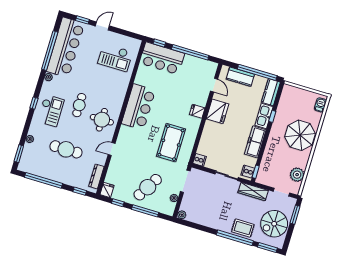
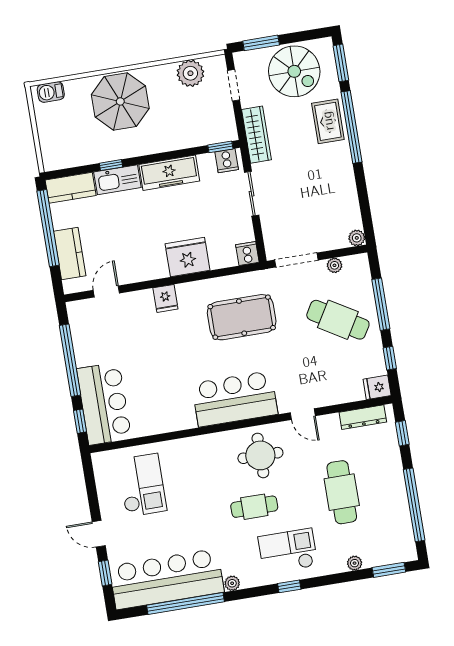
bar counter: (138, 107) -> (235, 399), moved
fridge: (218, 111) -> (187, 257), moved

